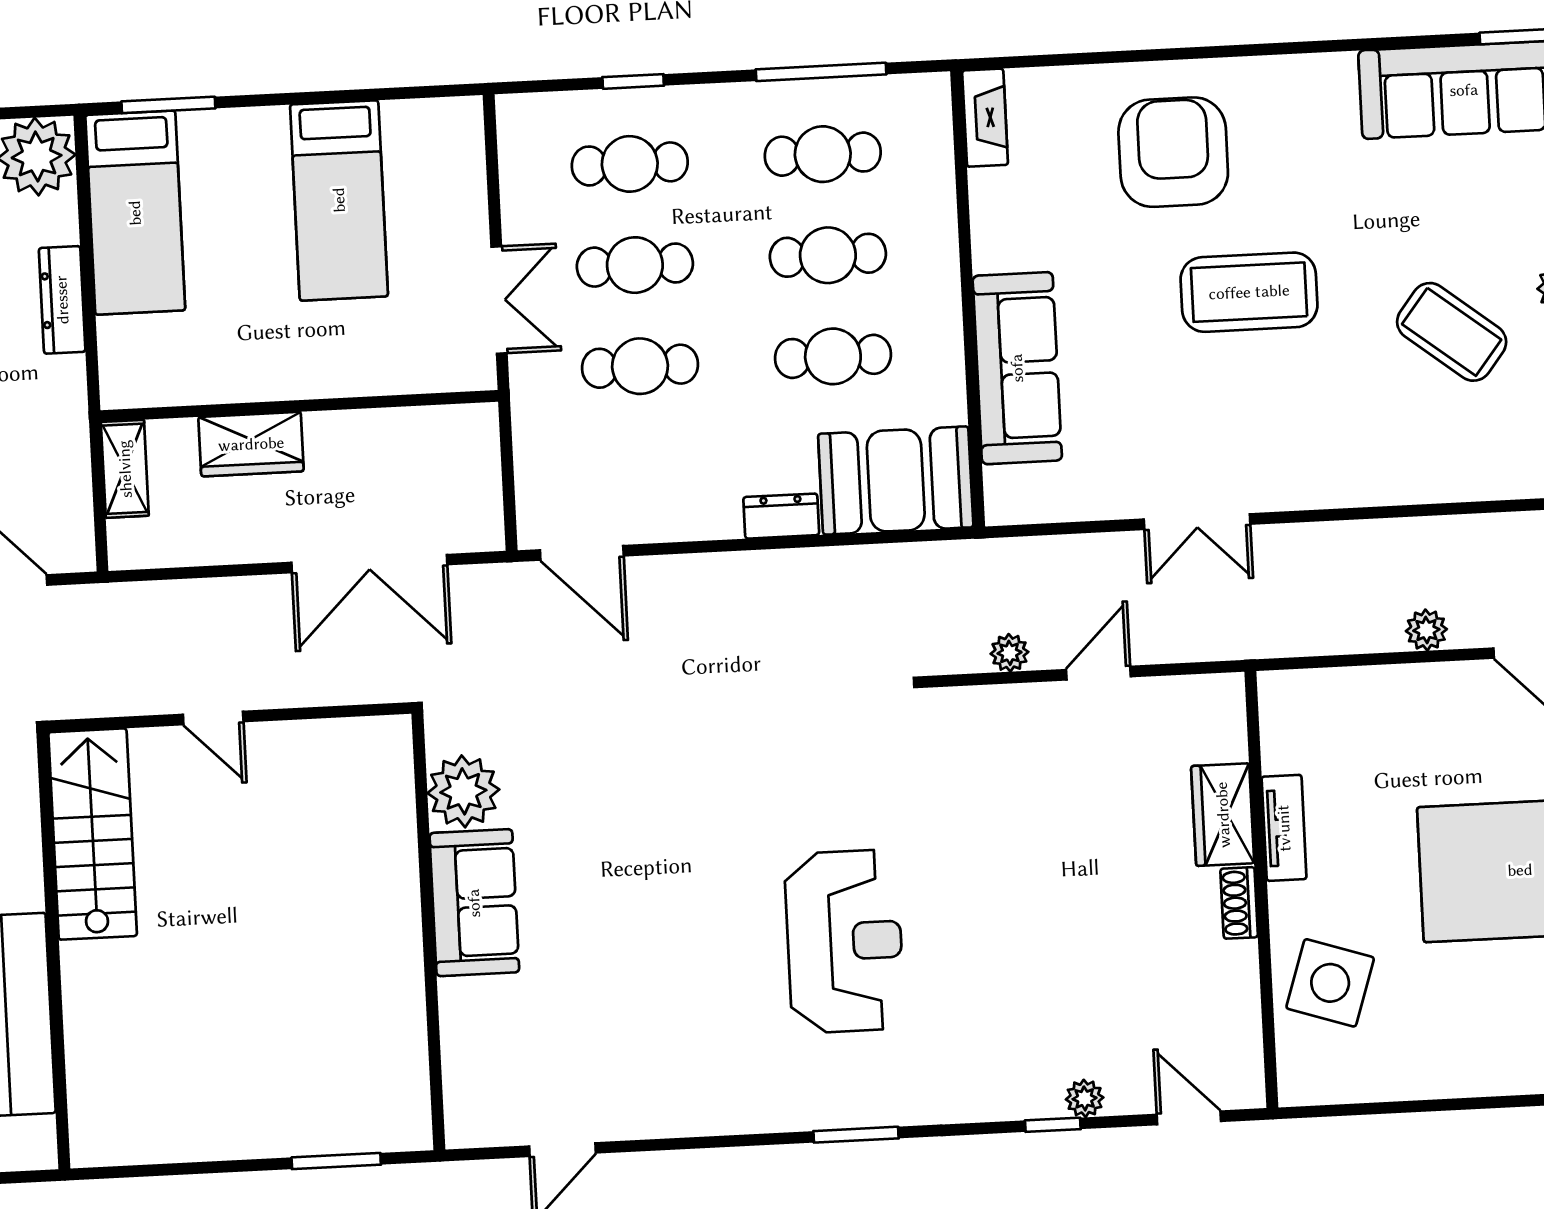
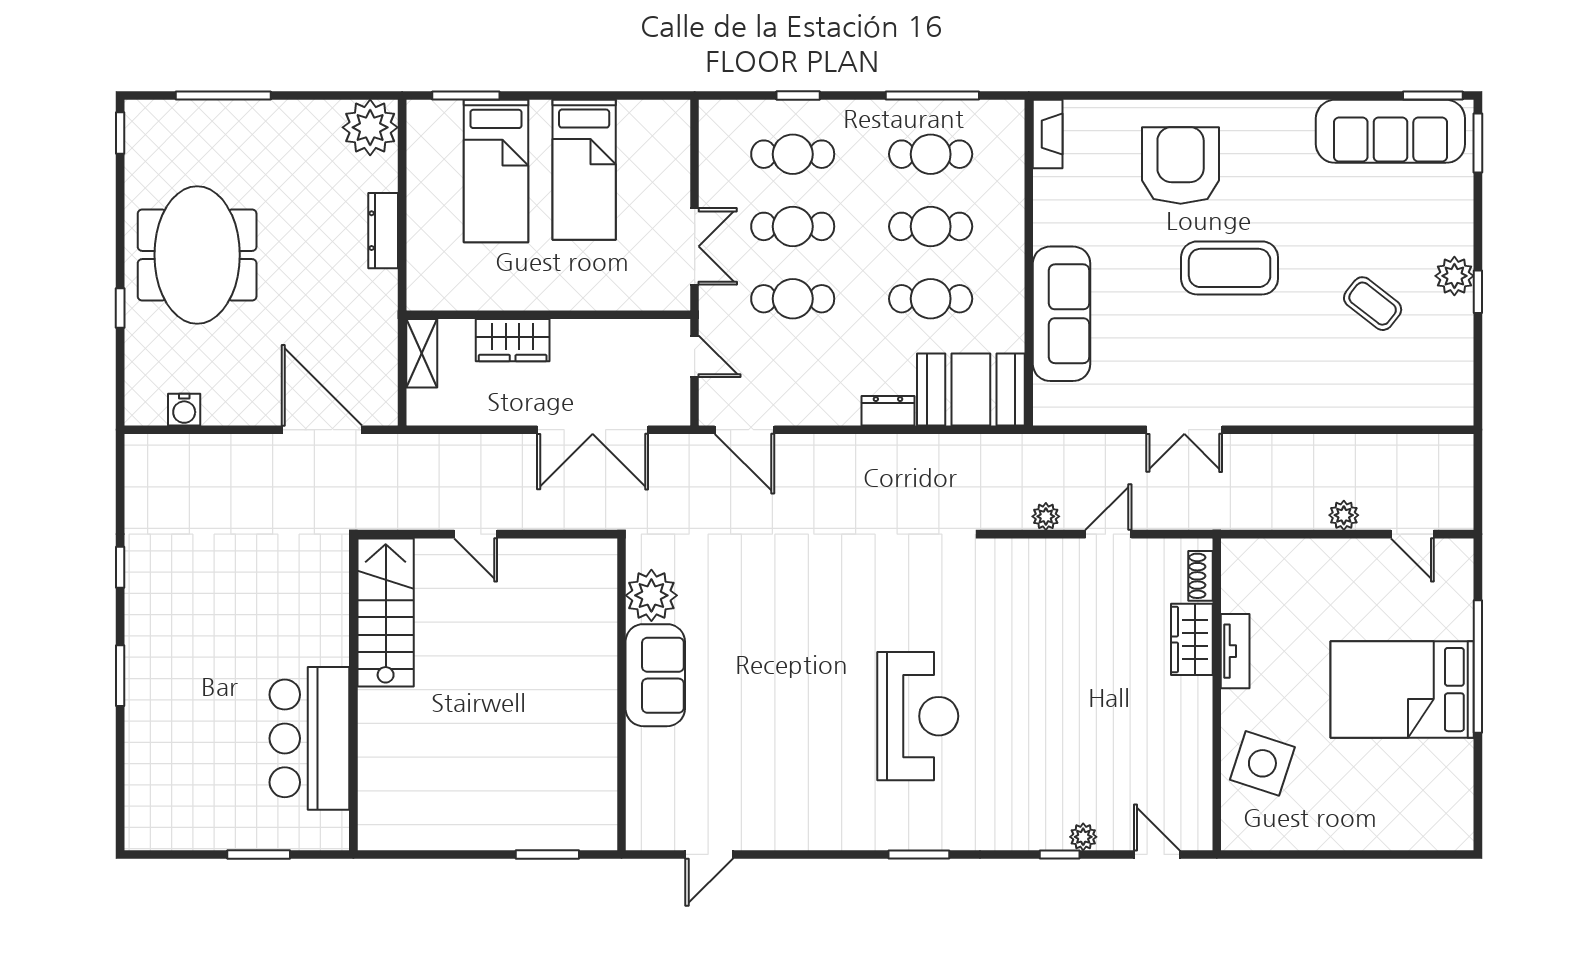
bed: (135, 213) -> (496, 171), moved
coffee table: (1452, 332) -> (1373, 304), width x0.73, depth x0.77
door: (507, 454) -> (695, 356), added
shoe rack: (1239, 903) -> (1200, 576), moved

